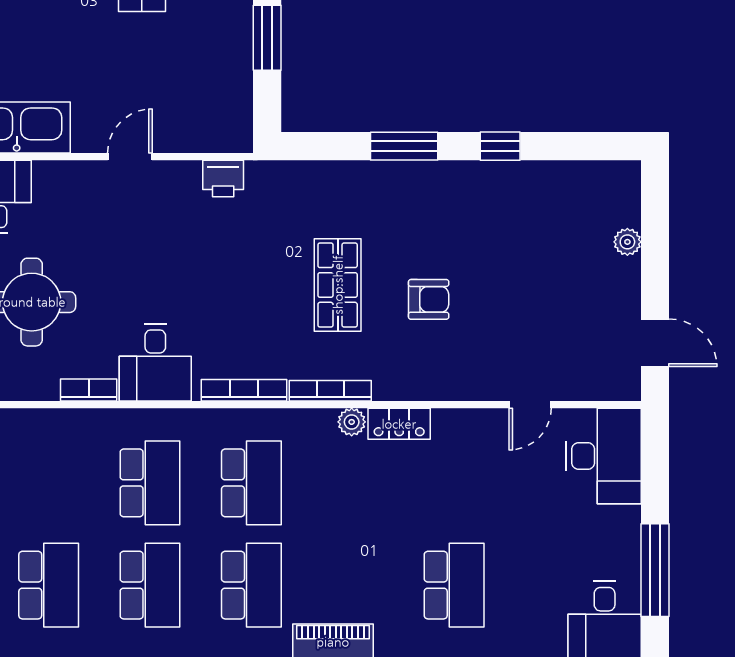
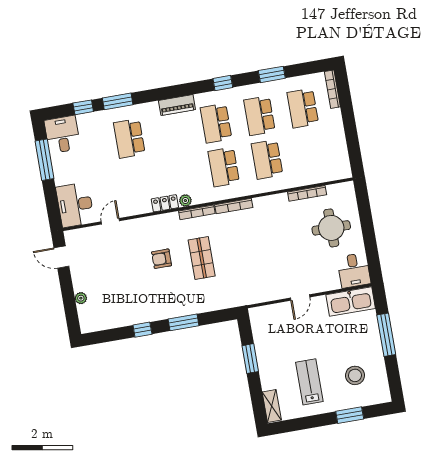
printer: (223, 179) -> (259, 295), removed
desk: (155, 362) -> (274, 211), removed
bookcase: (89, 390) -> (307, 193), width x1.56

